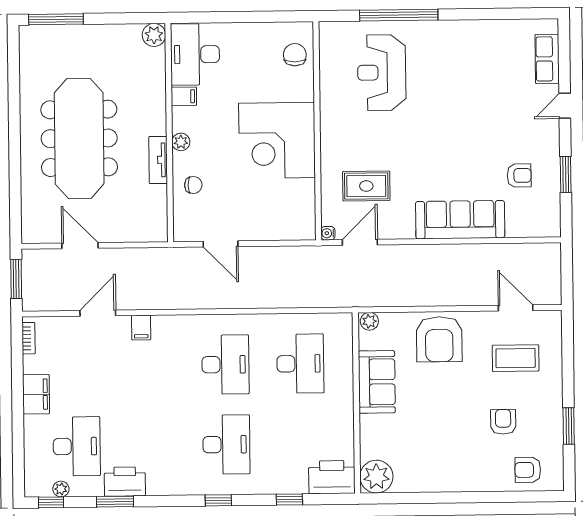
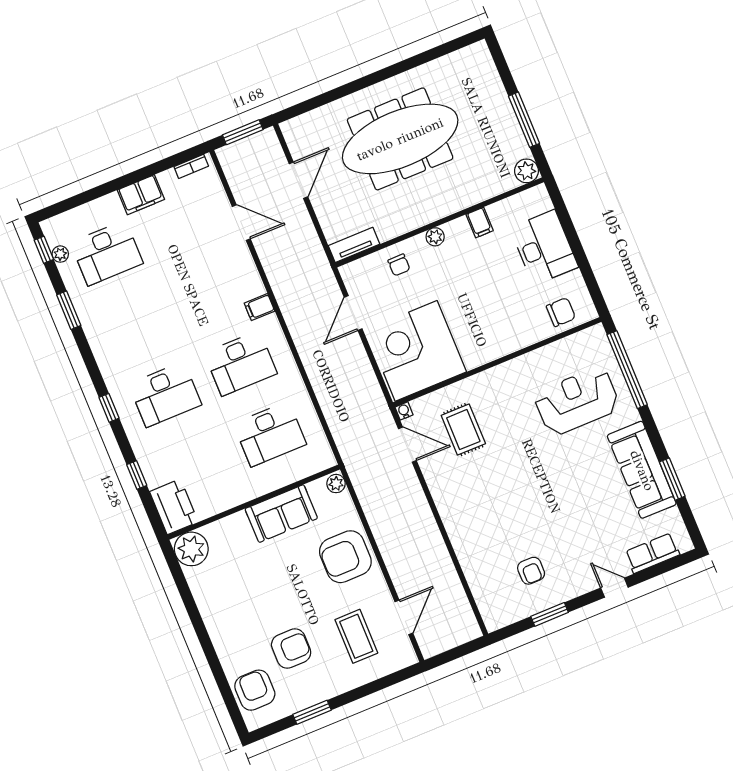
window: (487, 14) -> (672, 479), added
window: (399, 15) -> (627, 370), moved
window: (56, 19) -> (524, 120), moved
desk: (195, 54) -> (544, 247), moved, turned 90
corner desk: (277, 140) -> (416, 351), moved
tv unit: (158, 160) -> (354, 245), moved
sofa: (460, 220) -> (642, 470), moved, turned 180
filing cabinet: (141, 328) -> (259, 307), moved
armchair: (503, 422) -> (291, 649), width x1.38, depth x1.38
armchair: (528, 470) -> (255, 690), width x1.38, depth x1.38
printer: (125, 482) -> (91, 312), removed

